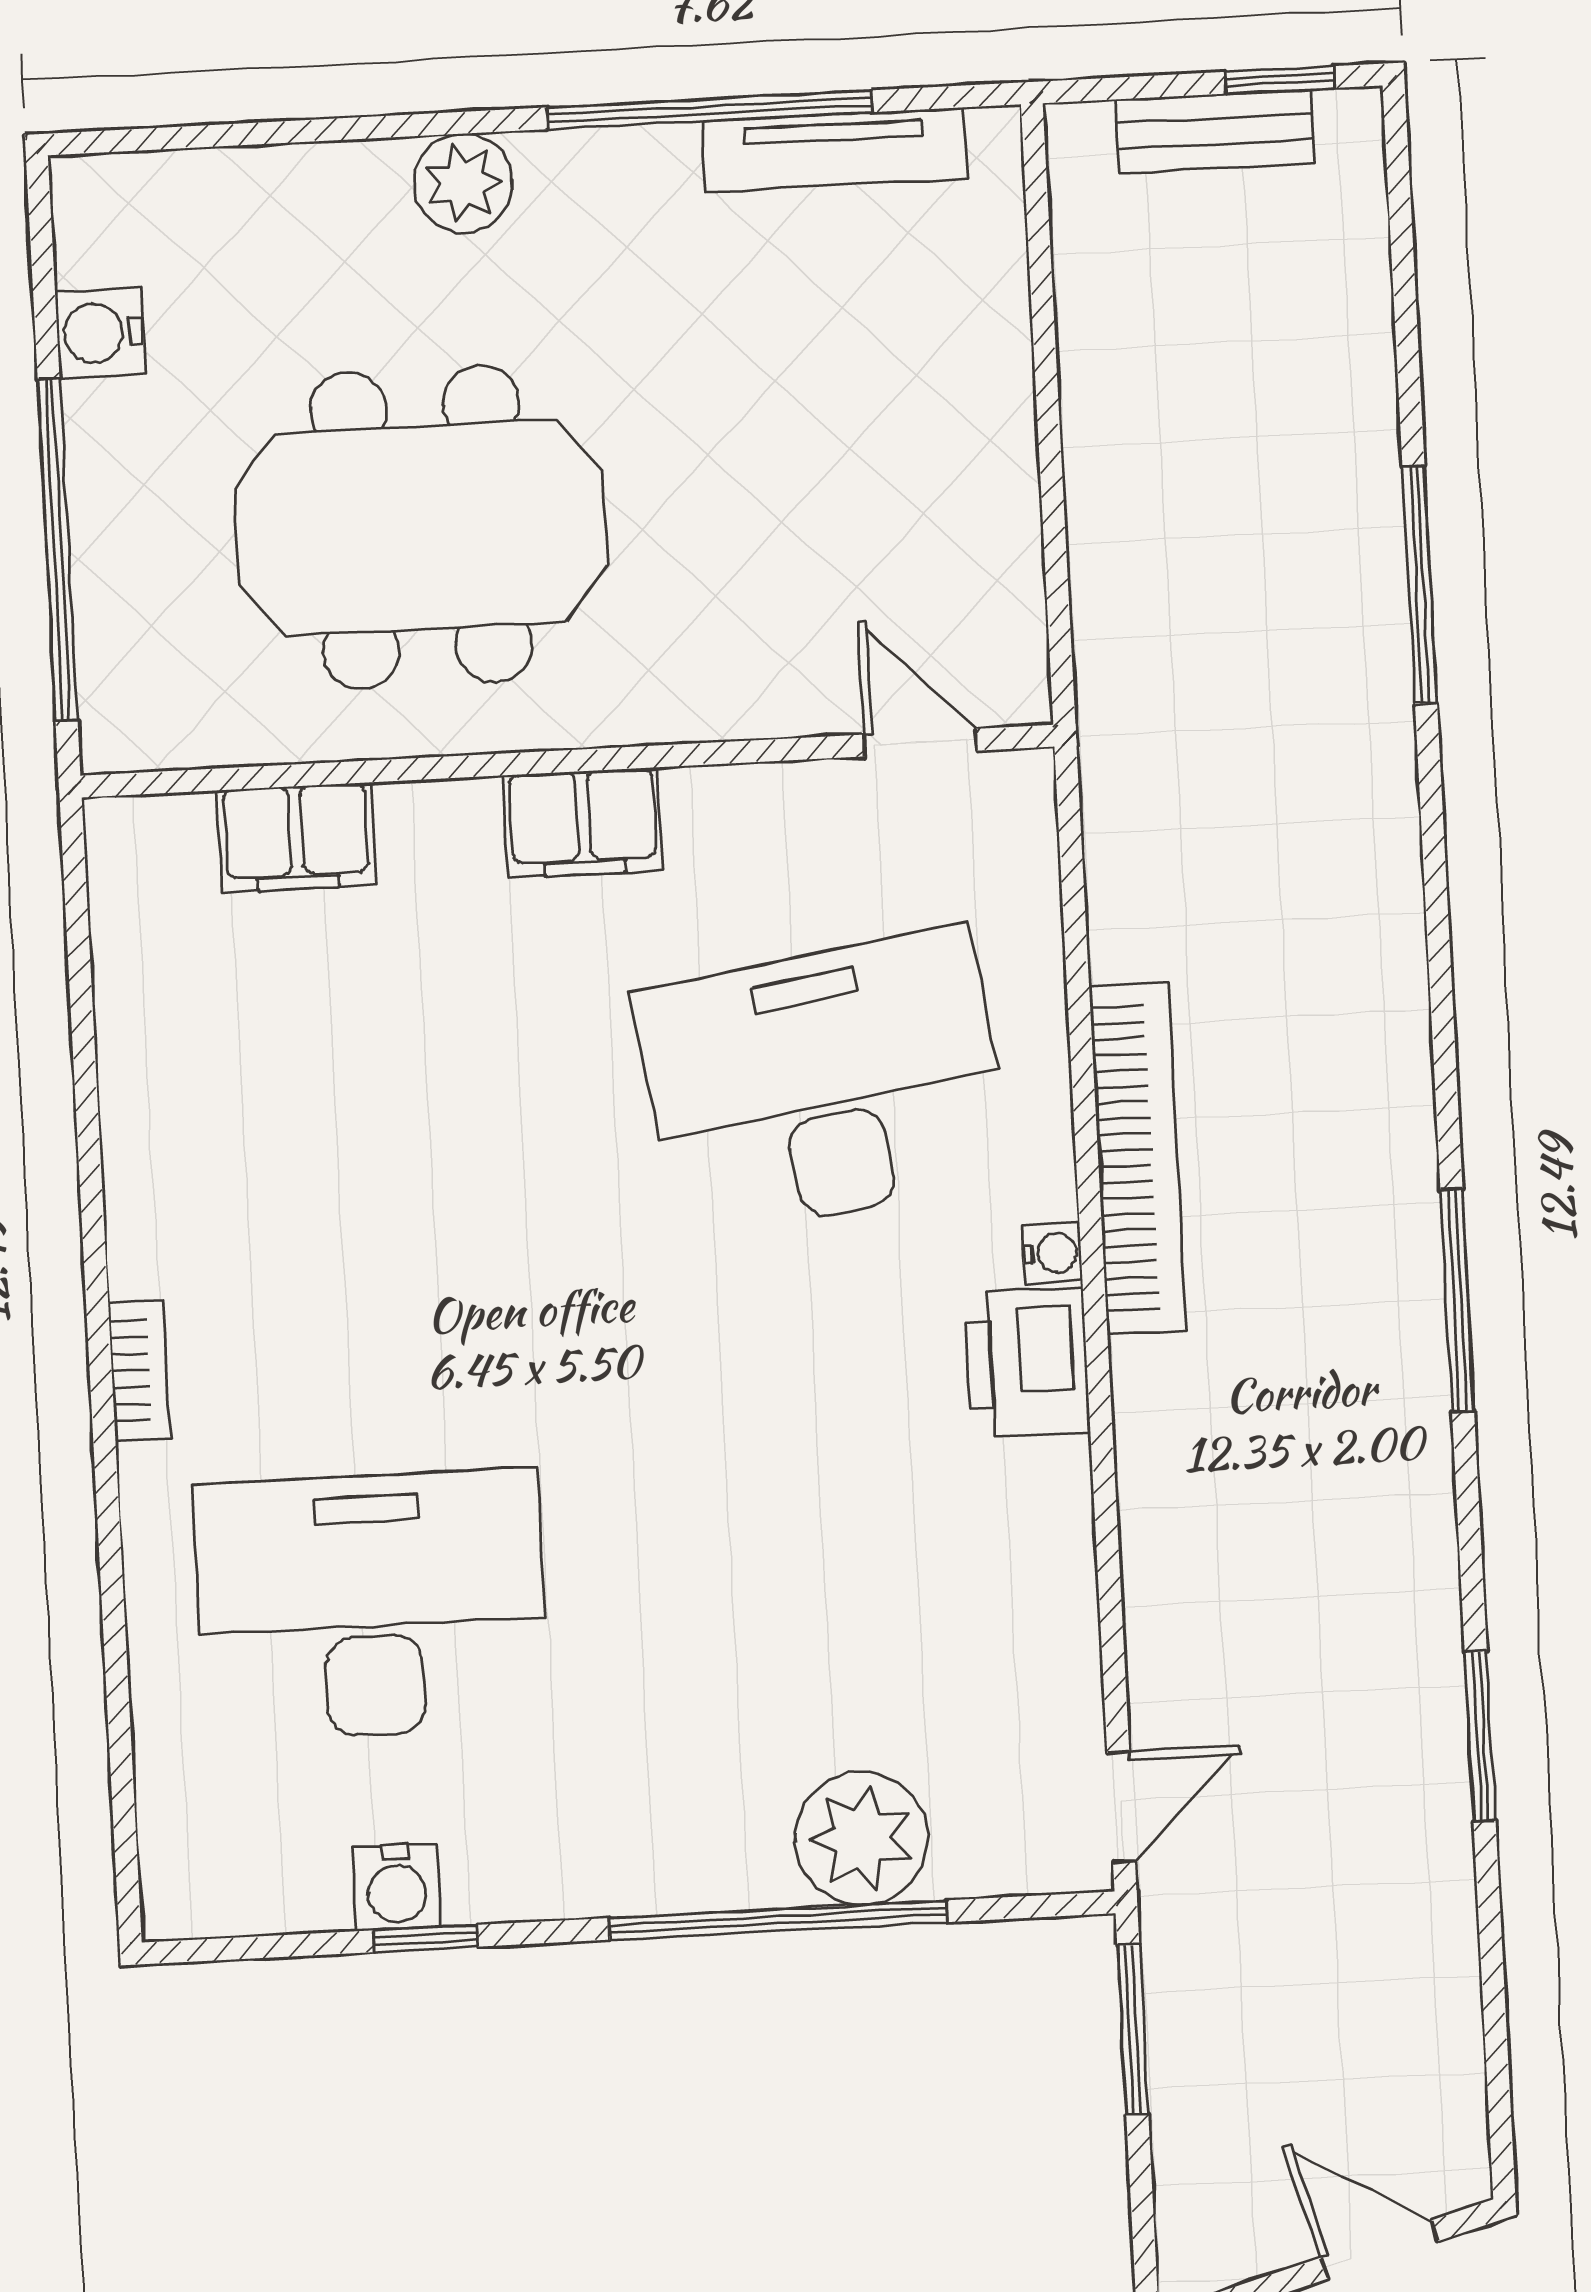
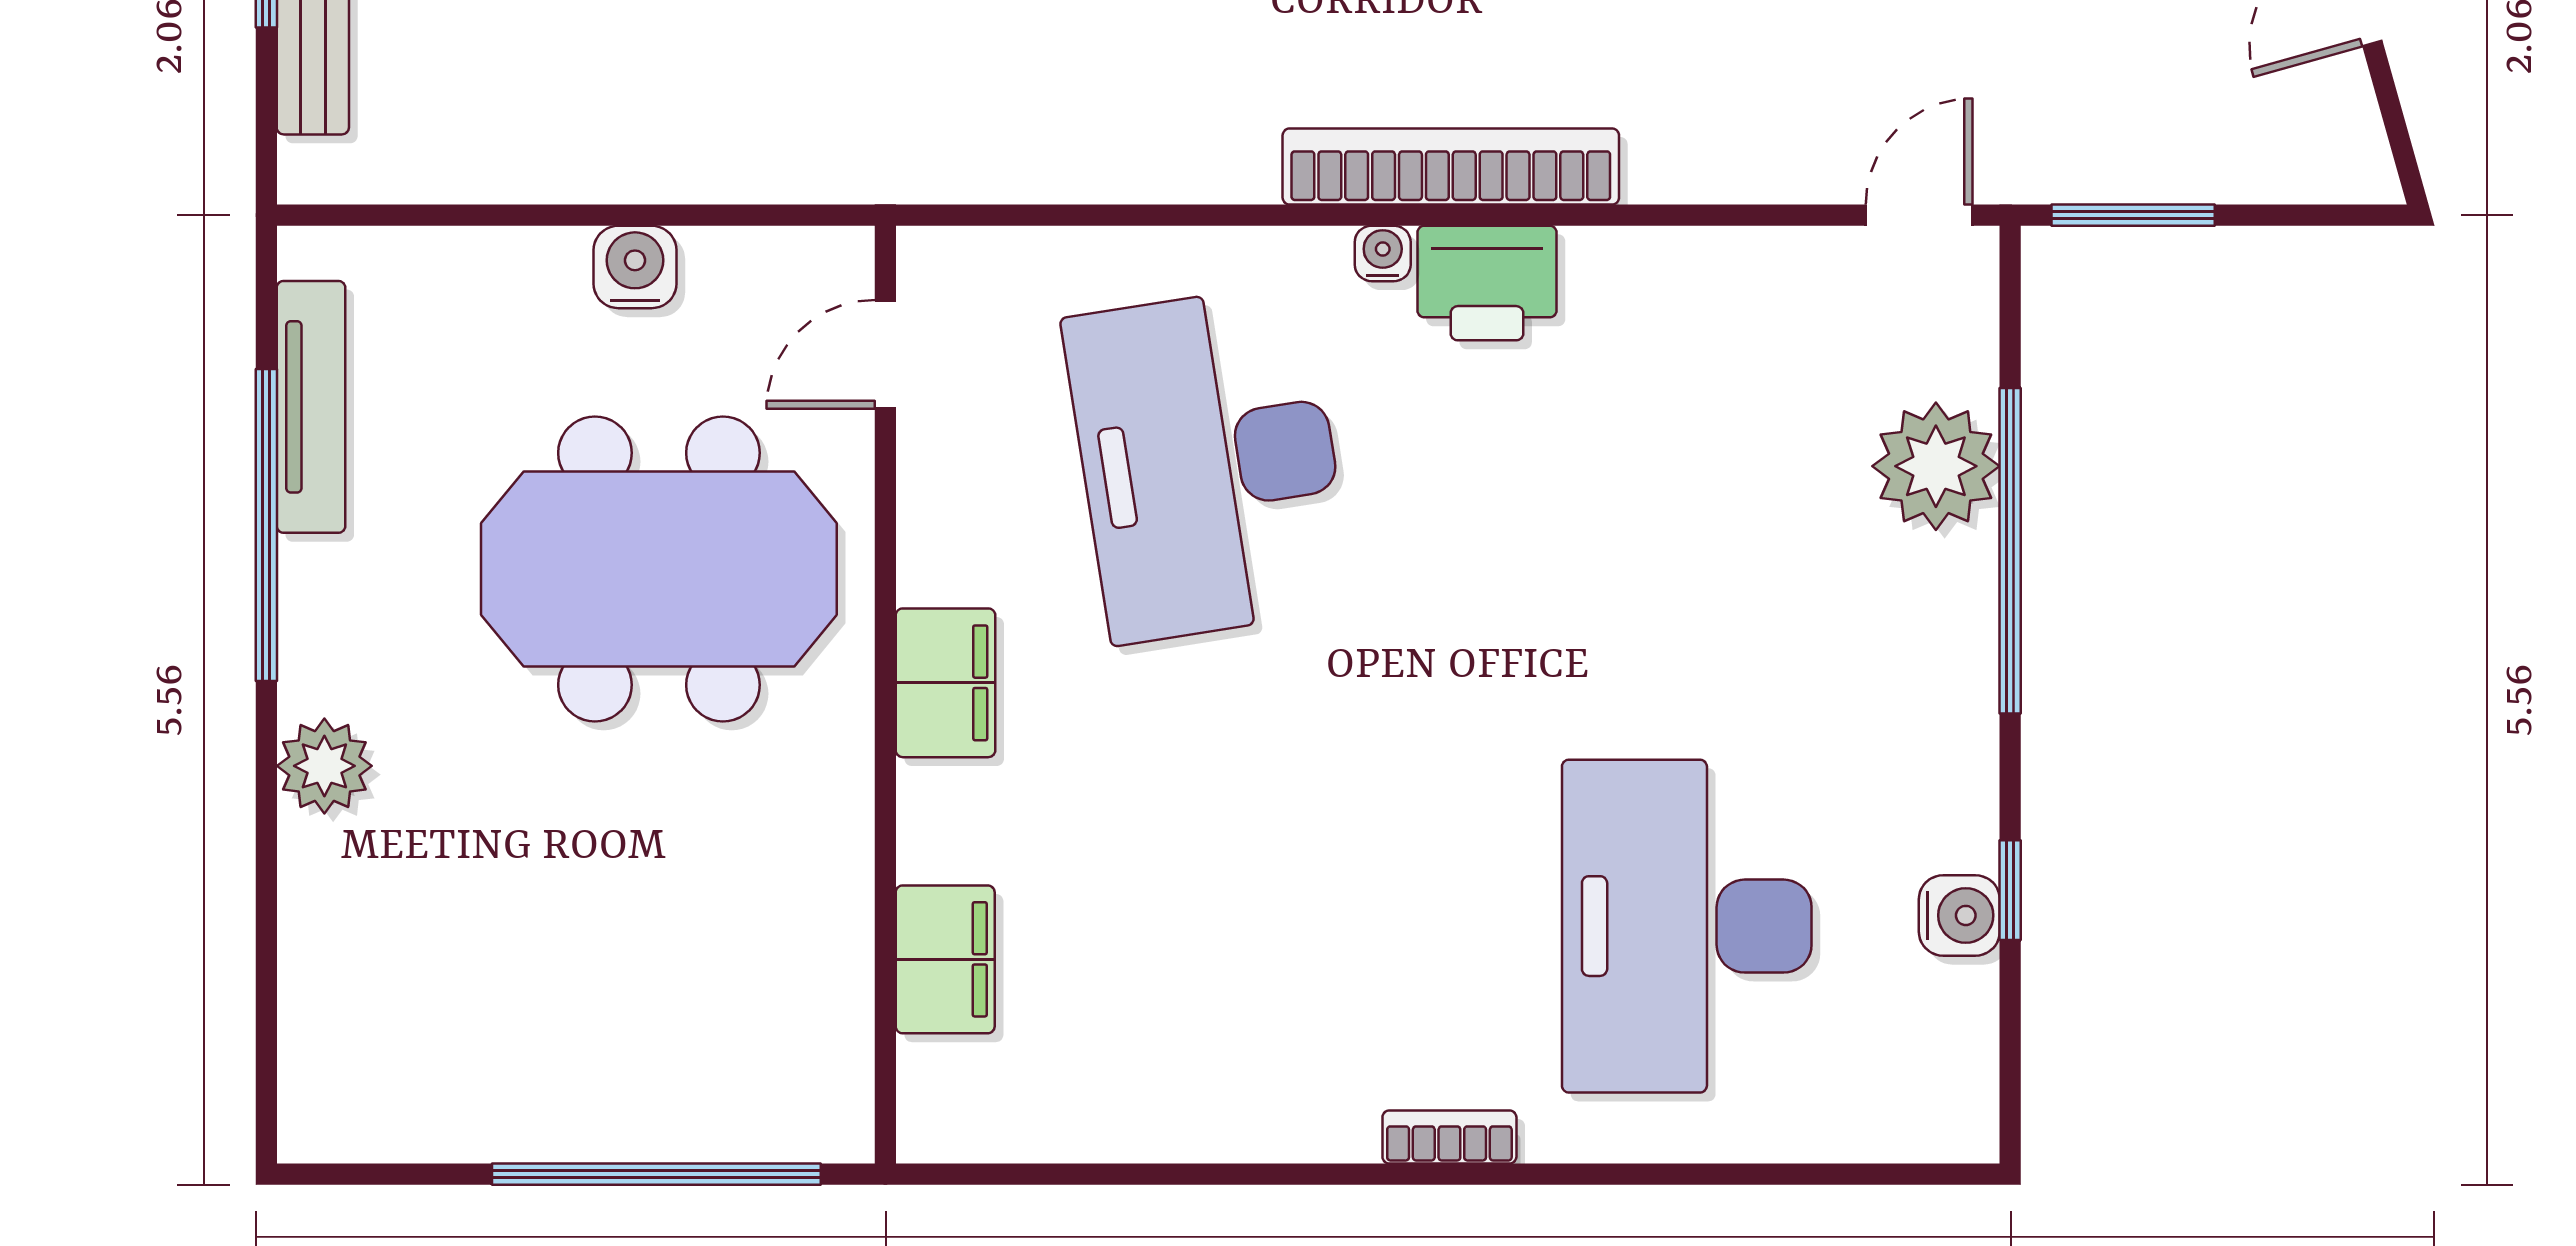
water cooler: (100, 333) -> (635, 267), moved, turned 180
meeting table: (421, 527) -> (659, 569), moved, turned 90
bookcase: (1138, 1158) -> (1451, 167), moved
door: (1121, 1807) -> (1919, 215), hinge flipped

